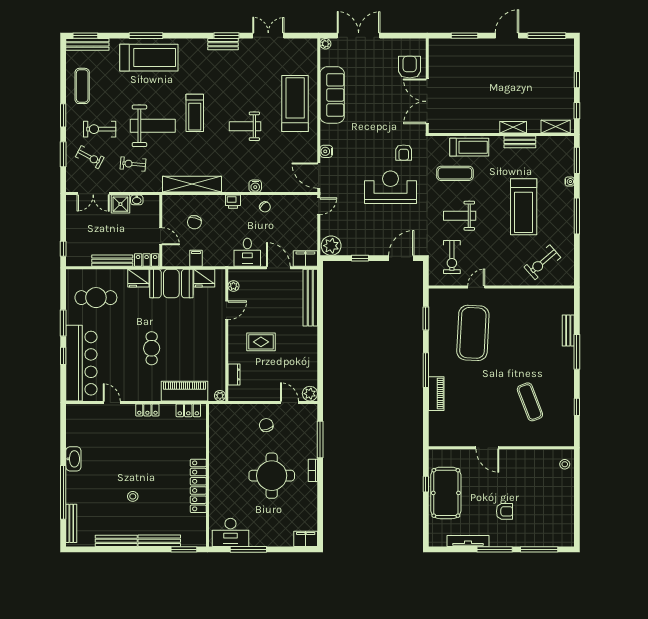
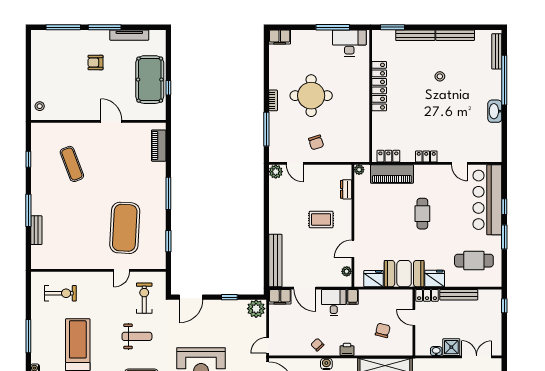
filing cabinet: (196, 258) -> (353, 297), moved
exercise bike: (542, 262) -> (60, 293), turned 41
piano: (436, 394) -> (159, 146), moved

